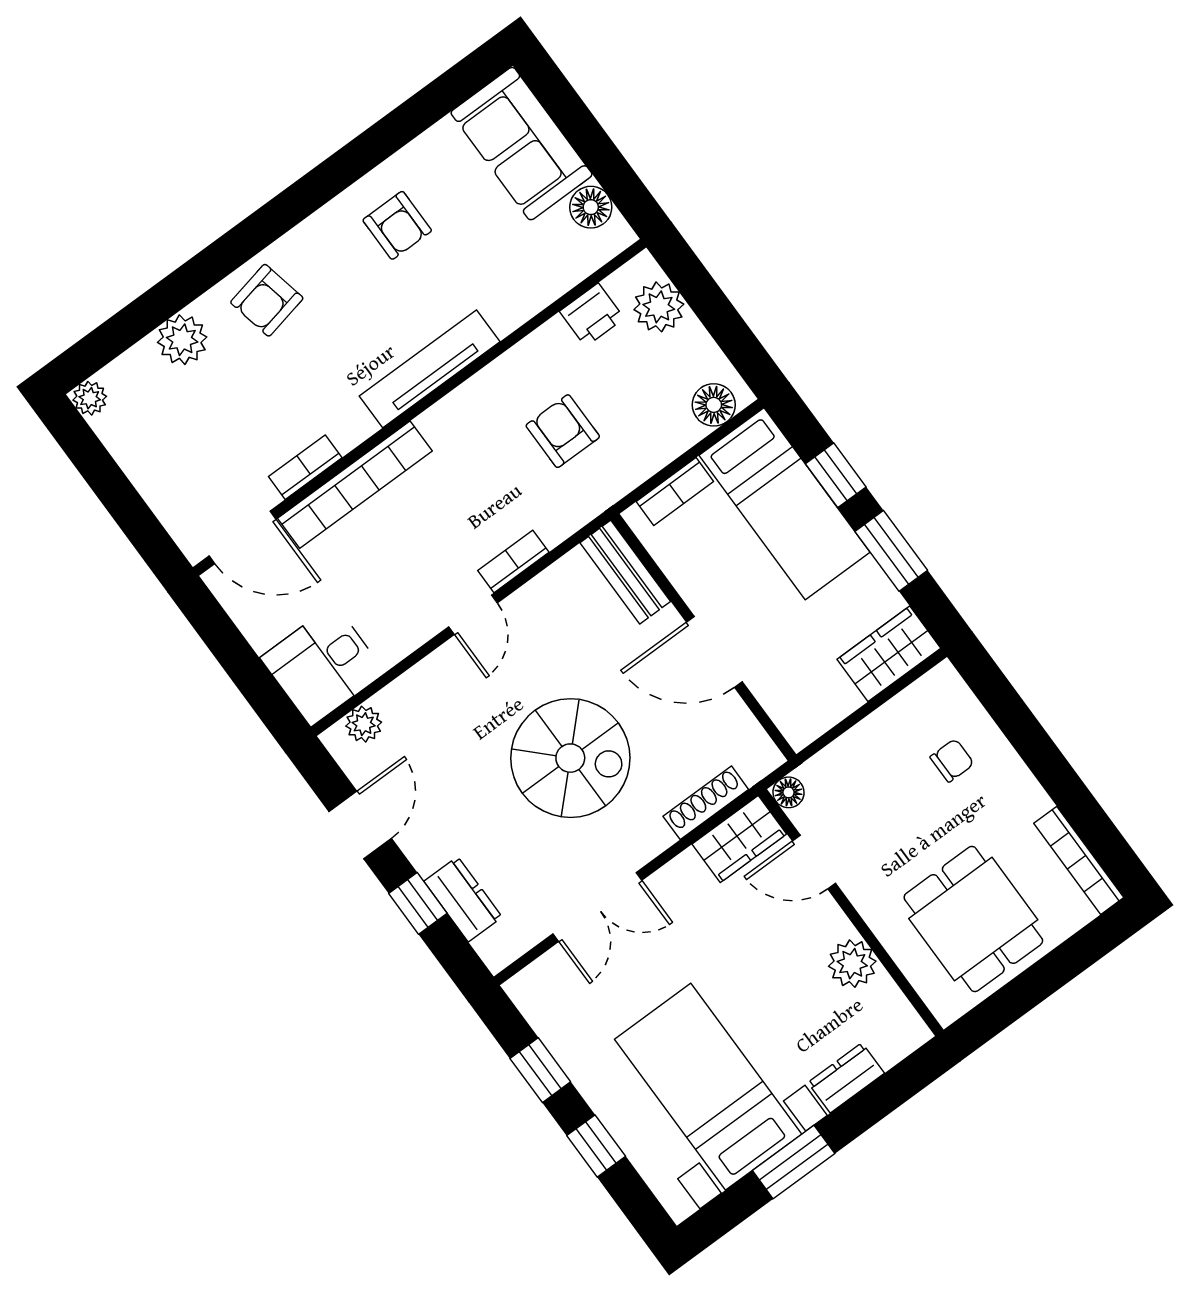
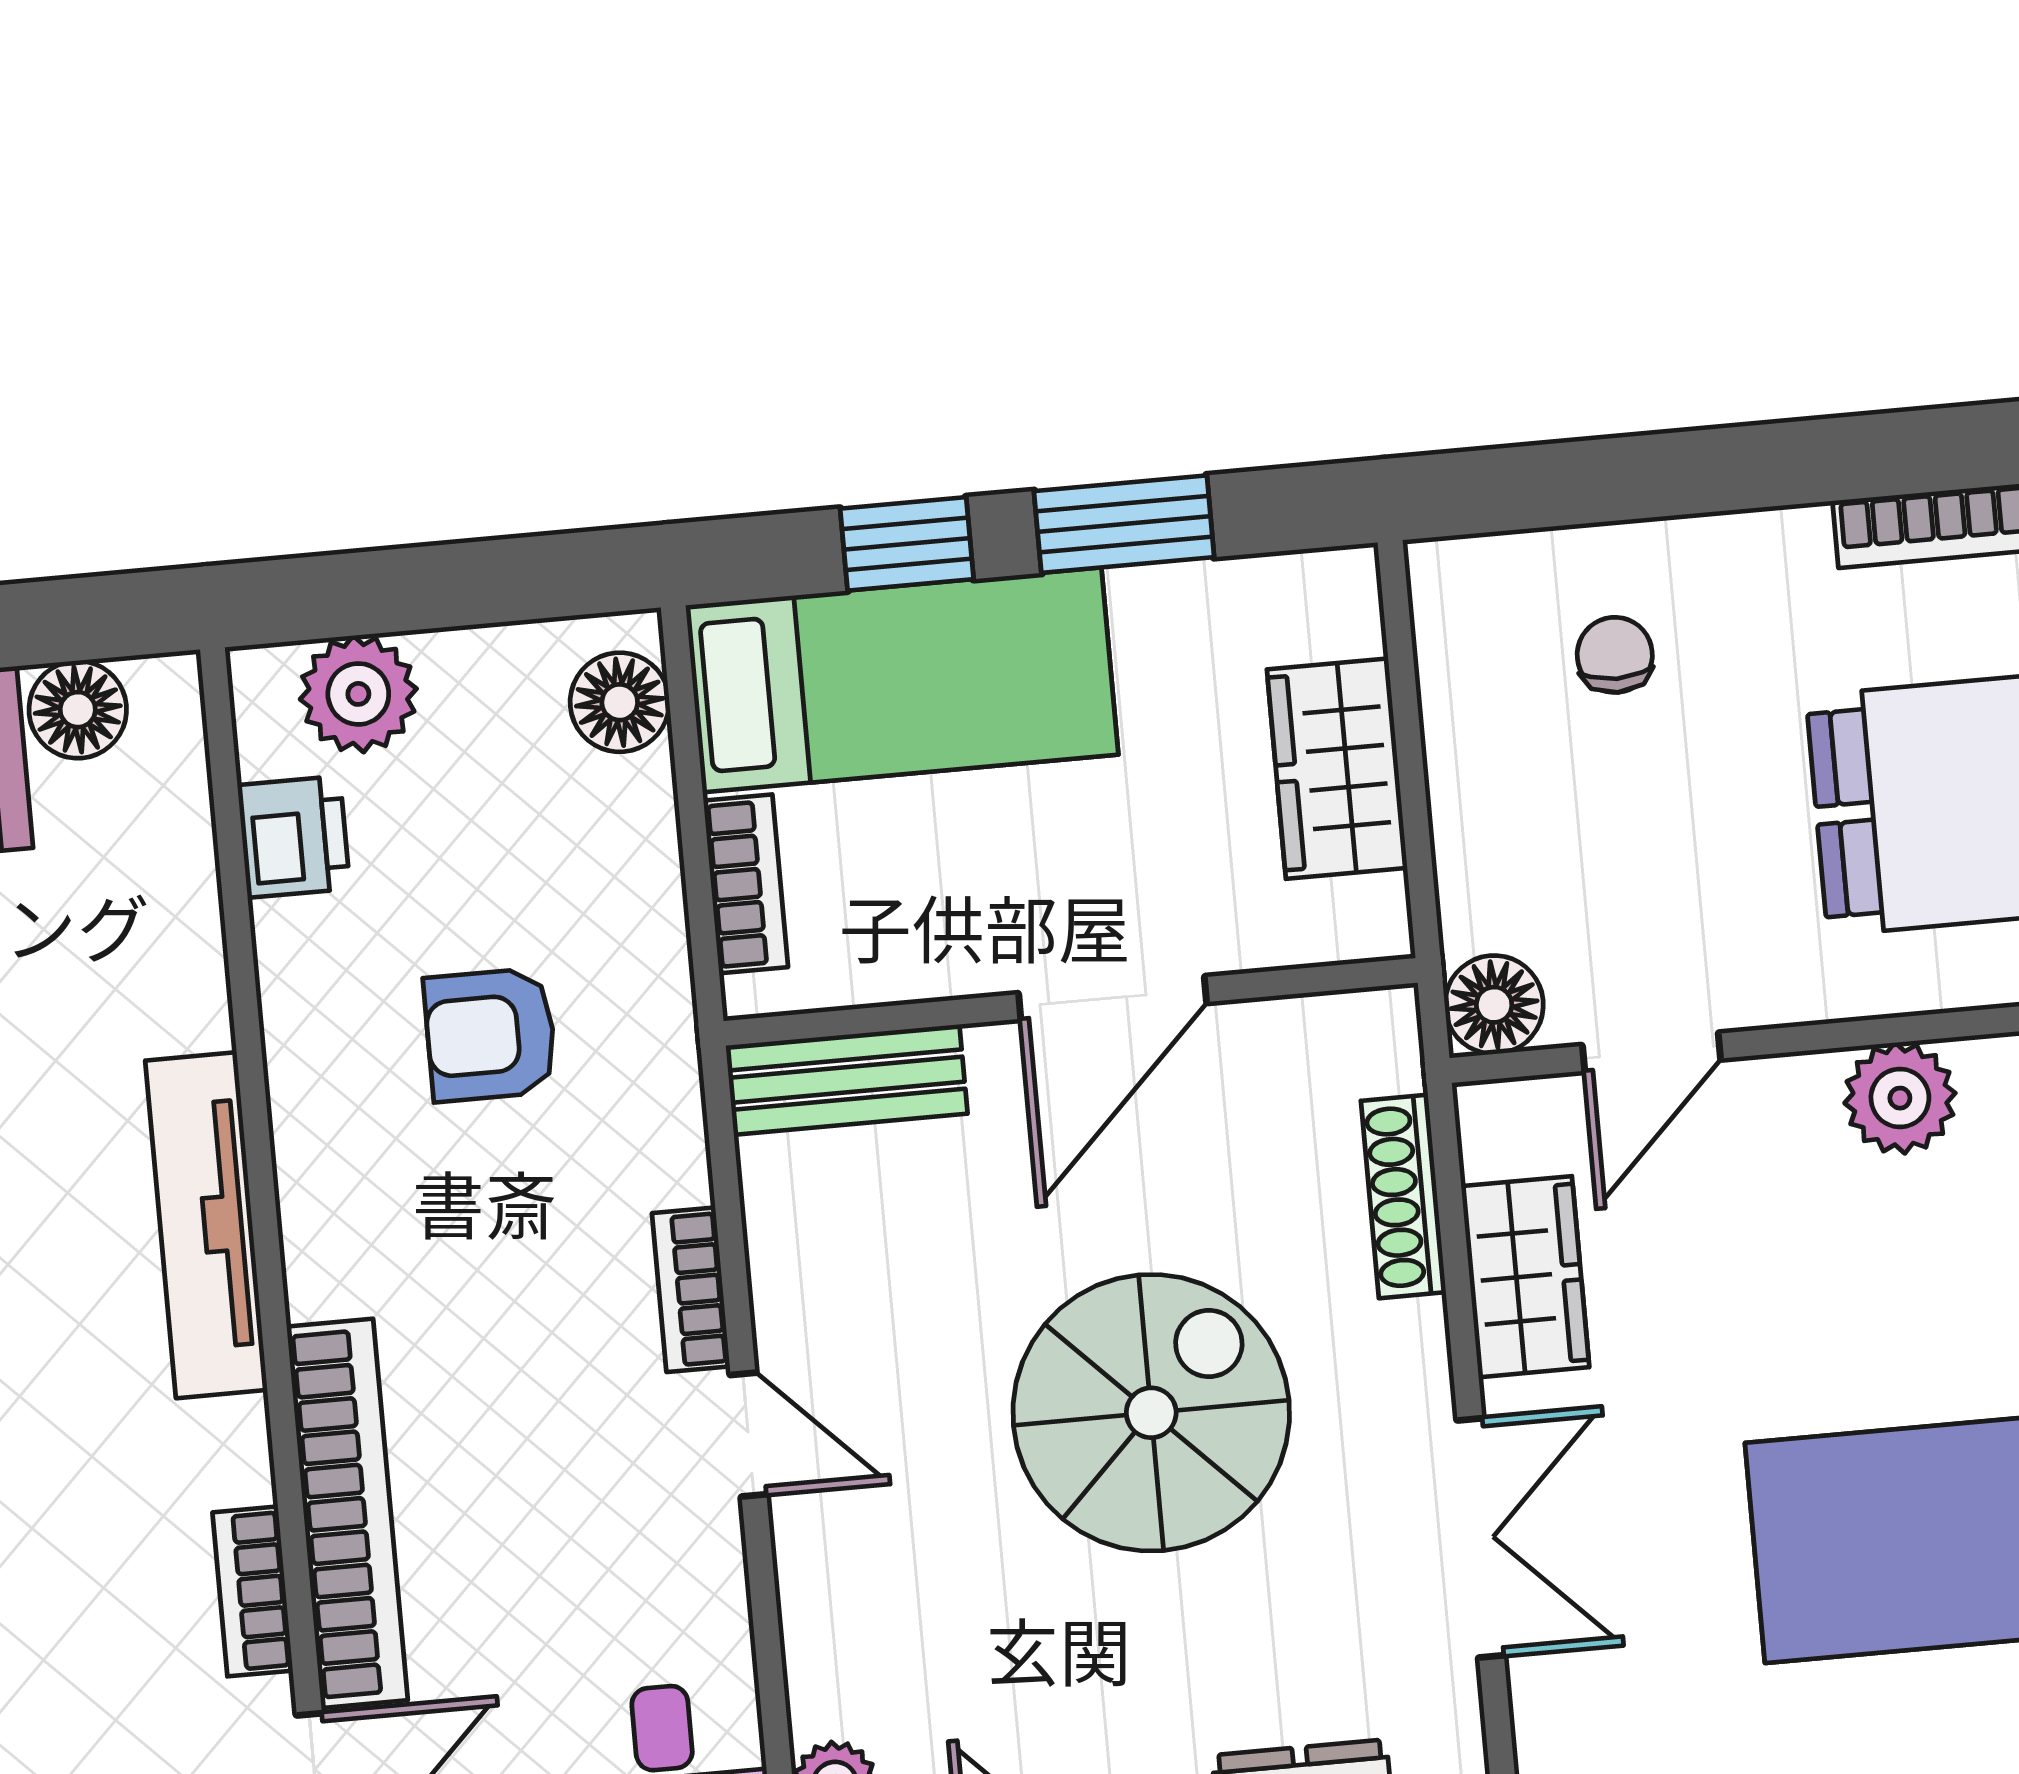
wardrobe: (889, 654) -> (1337, 769), moved
floor lamp: (788, 792) -> (1494, 1005), width x1.37, depth x1.37
wardrobe: (739, 839) -> (1525, 1277), moved

